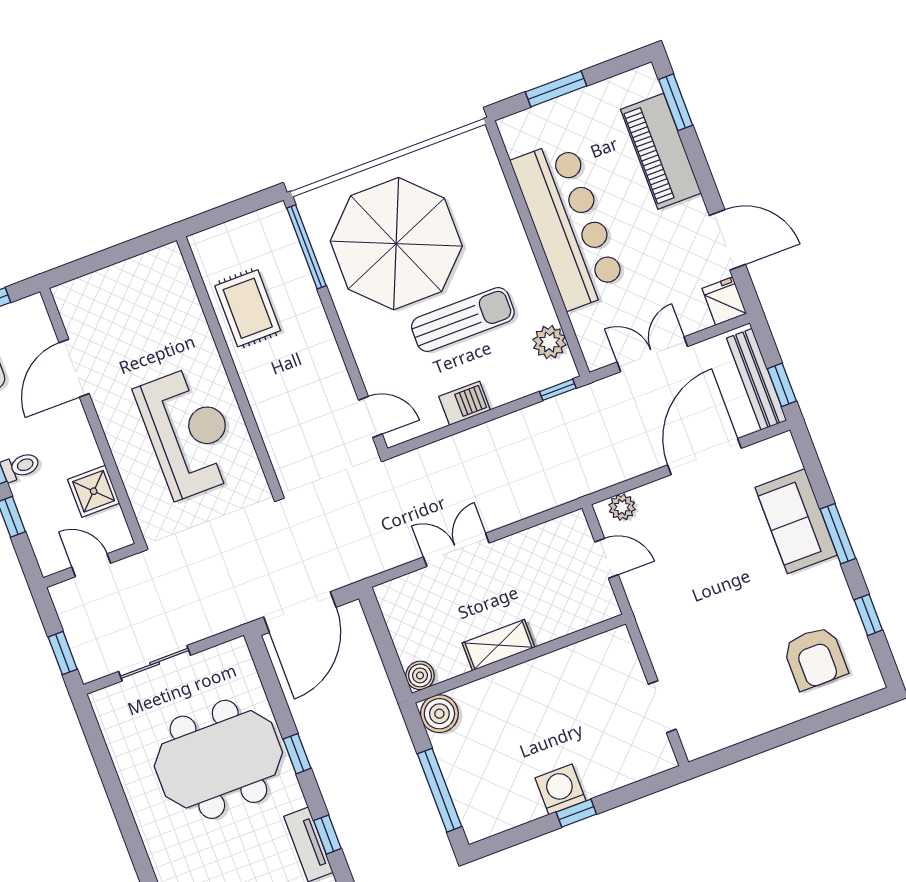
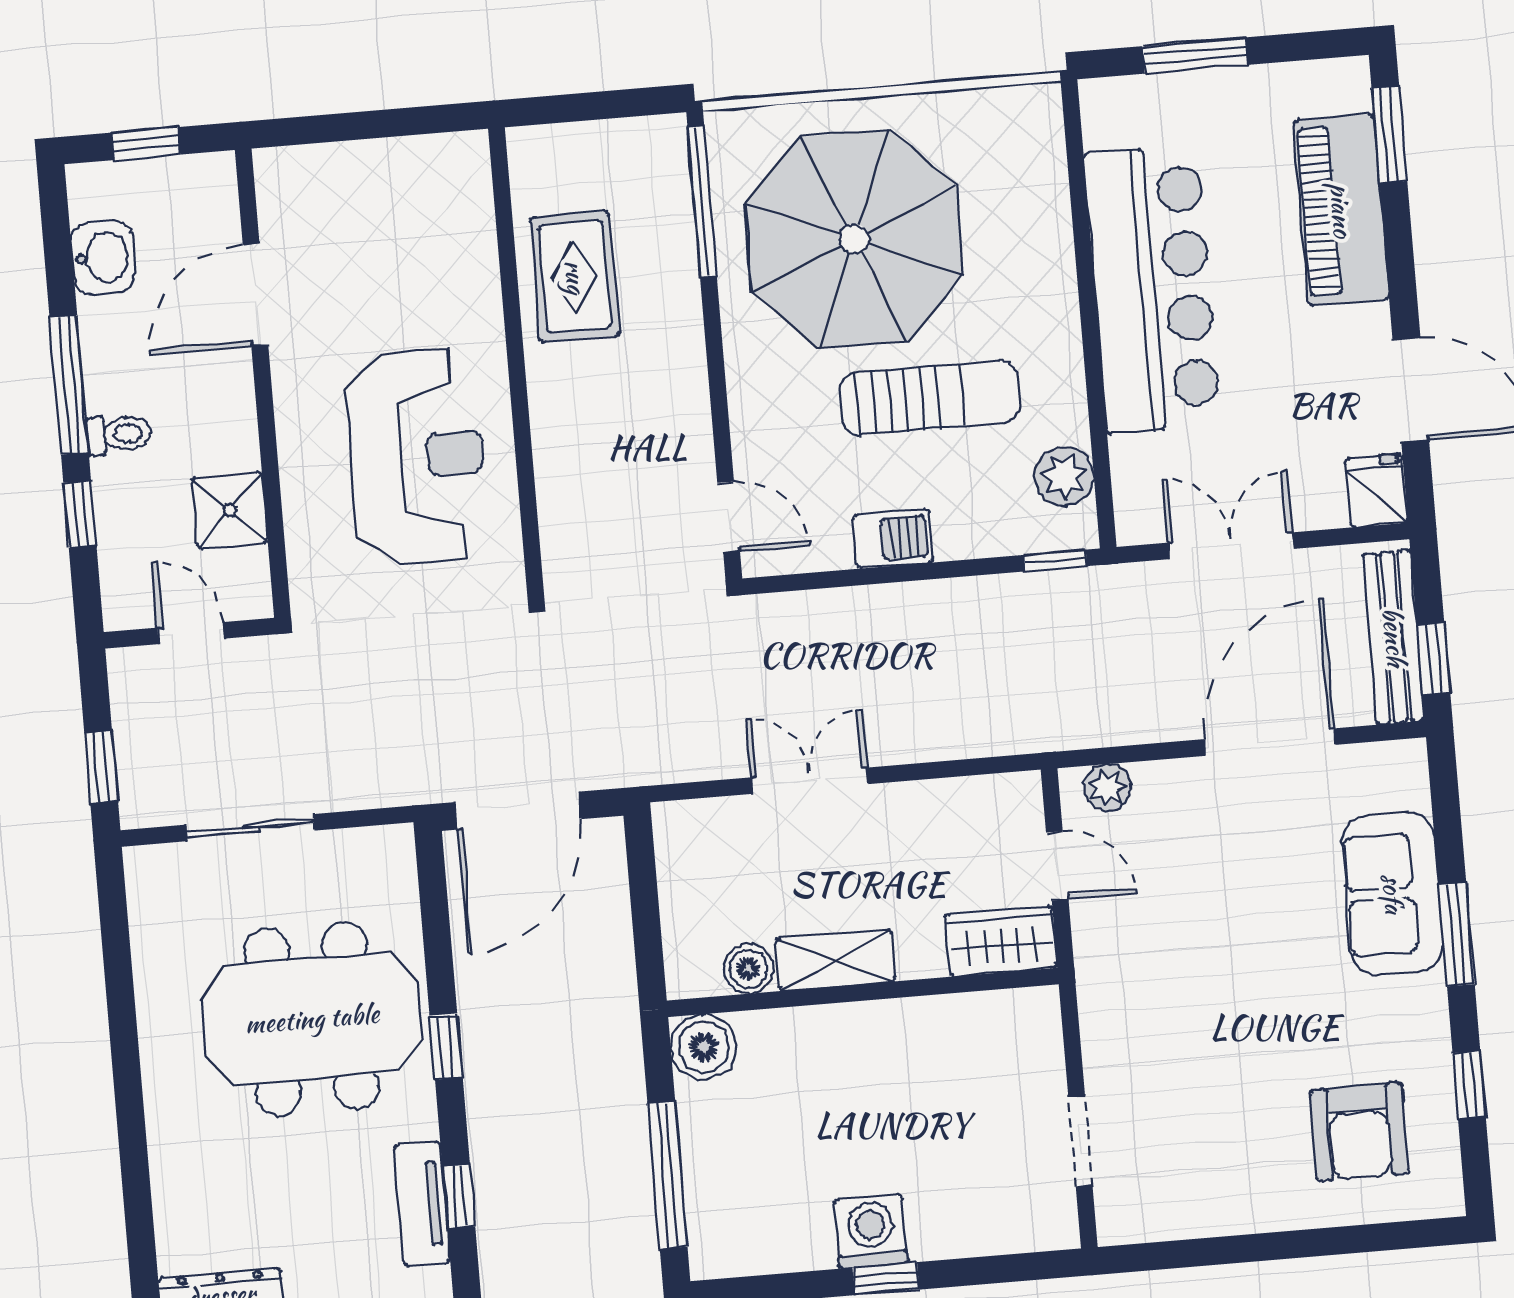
wardrobe: (587, 609) -> (1001, 941), added
boiler: (420, 675) -> (748, 969), moved

